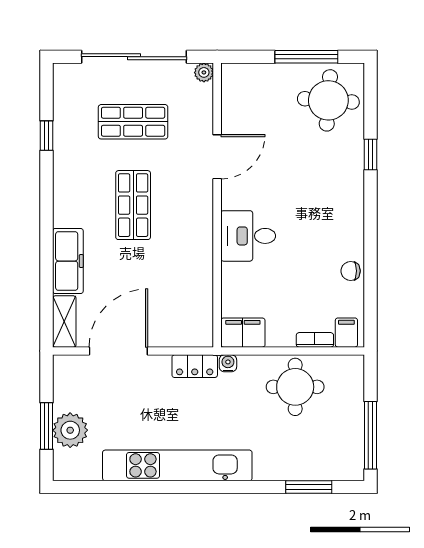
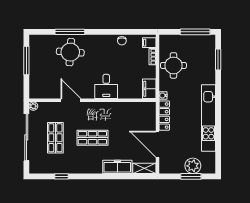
round table: (328, 100) -> (70, 52), moved
window: (370, 154) -> (70, 32), width x2.17
locker: (195, 366) -> (164, 116), width x1.53

